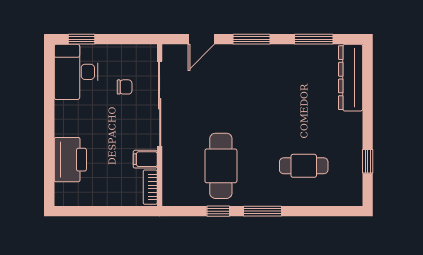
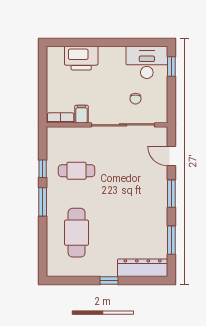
window: (368, 161) -> (109, 280), moved
cafe table: (221, 166) -> (77, 171), width x0.73, depth x0.74
cafe table: (304, 166) -> (77, 233), width x1.37, depth x1.35

